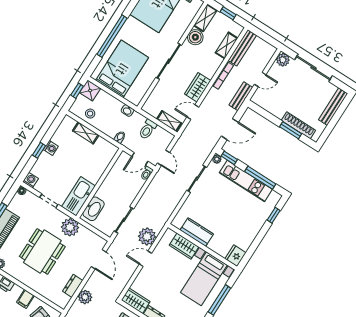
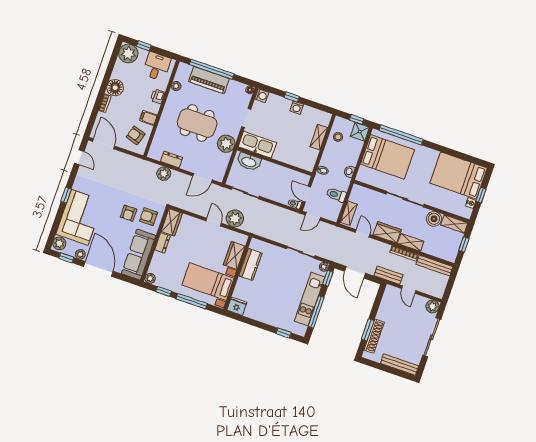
window: (112, 36) -> (401, 135), moved
shelving: (227, 45) -> (411, 242), moved

